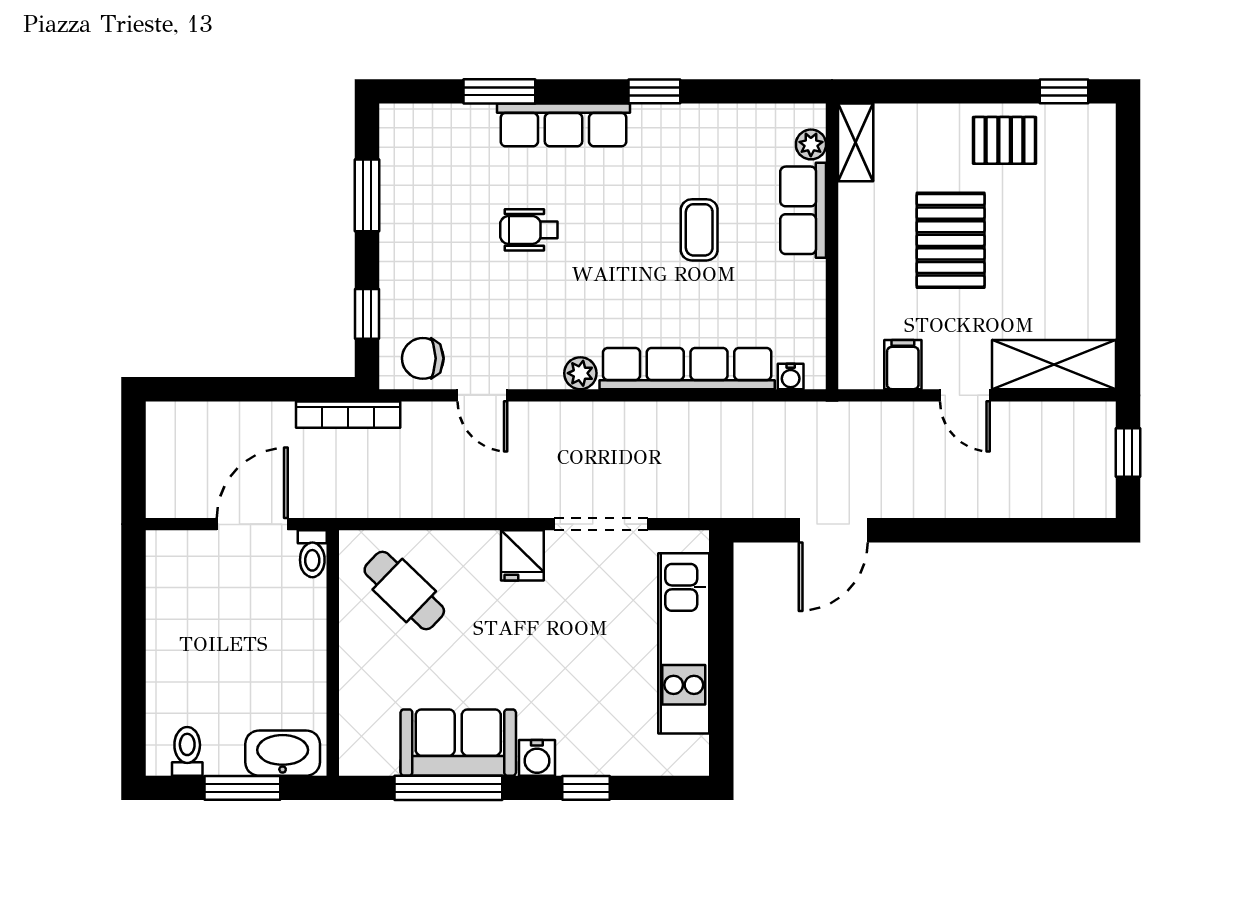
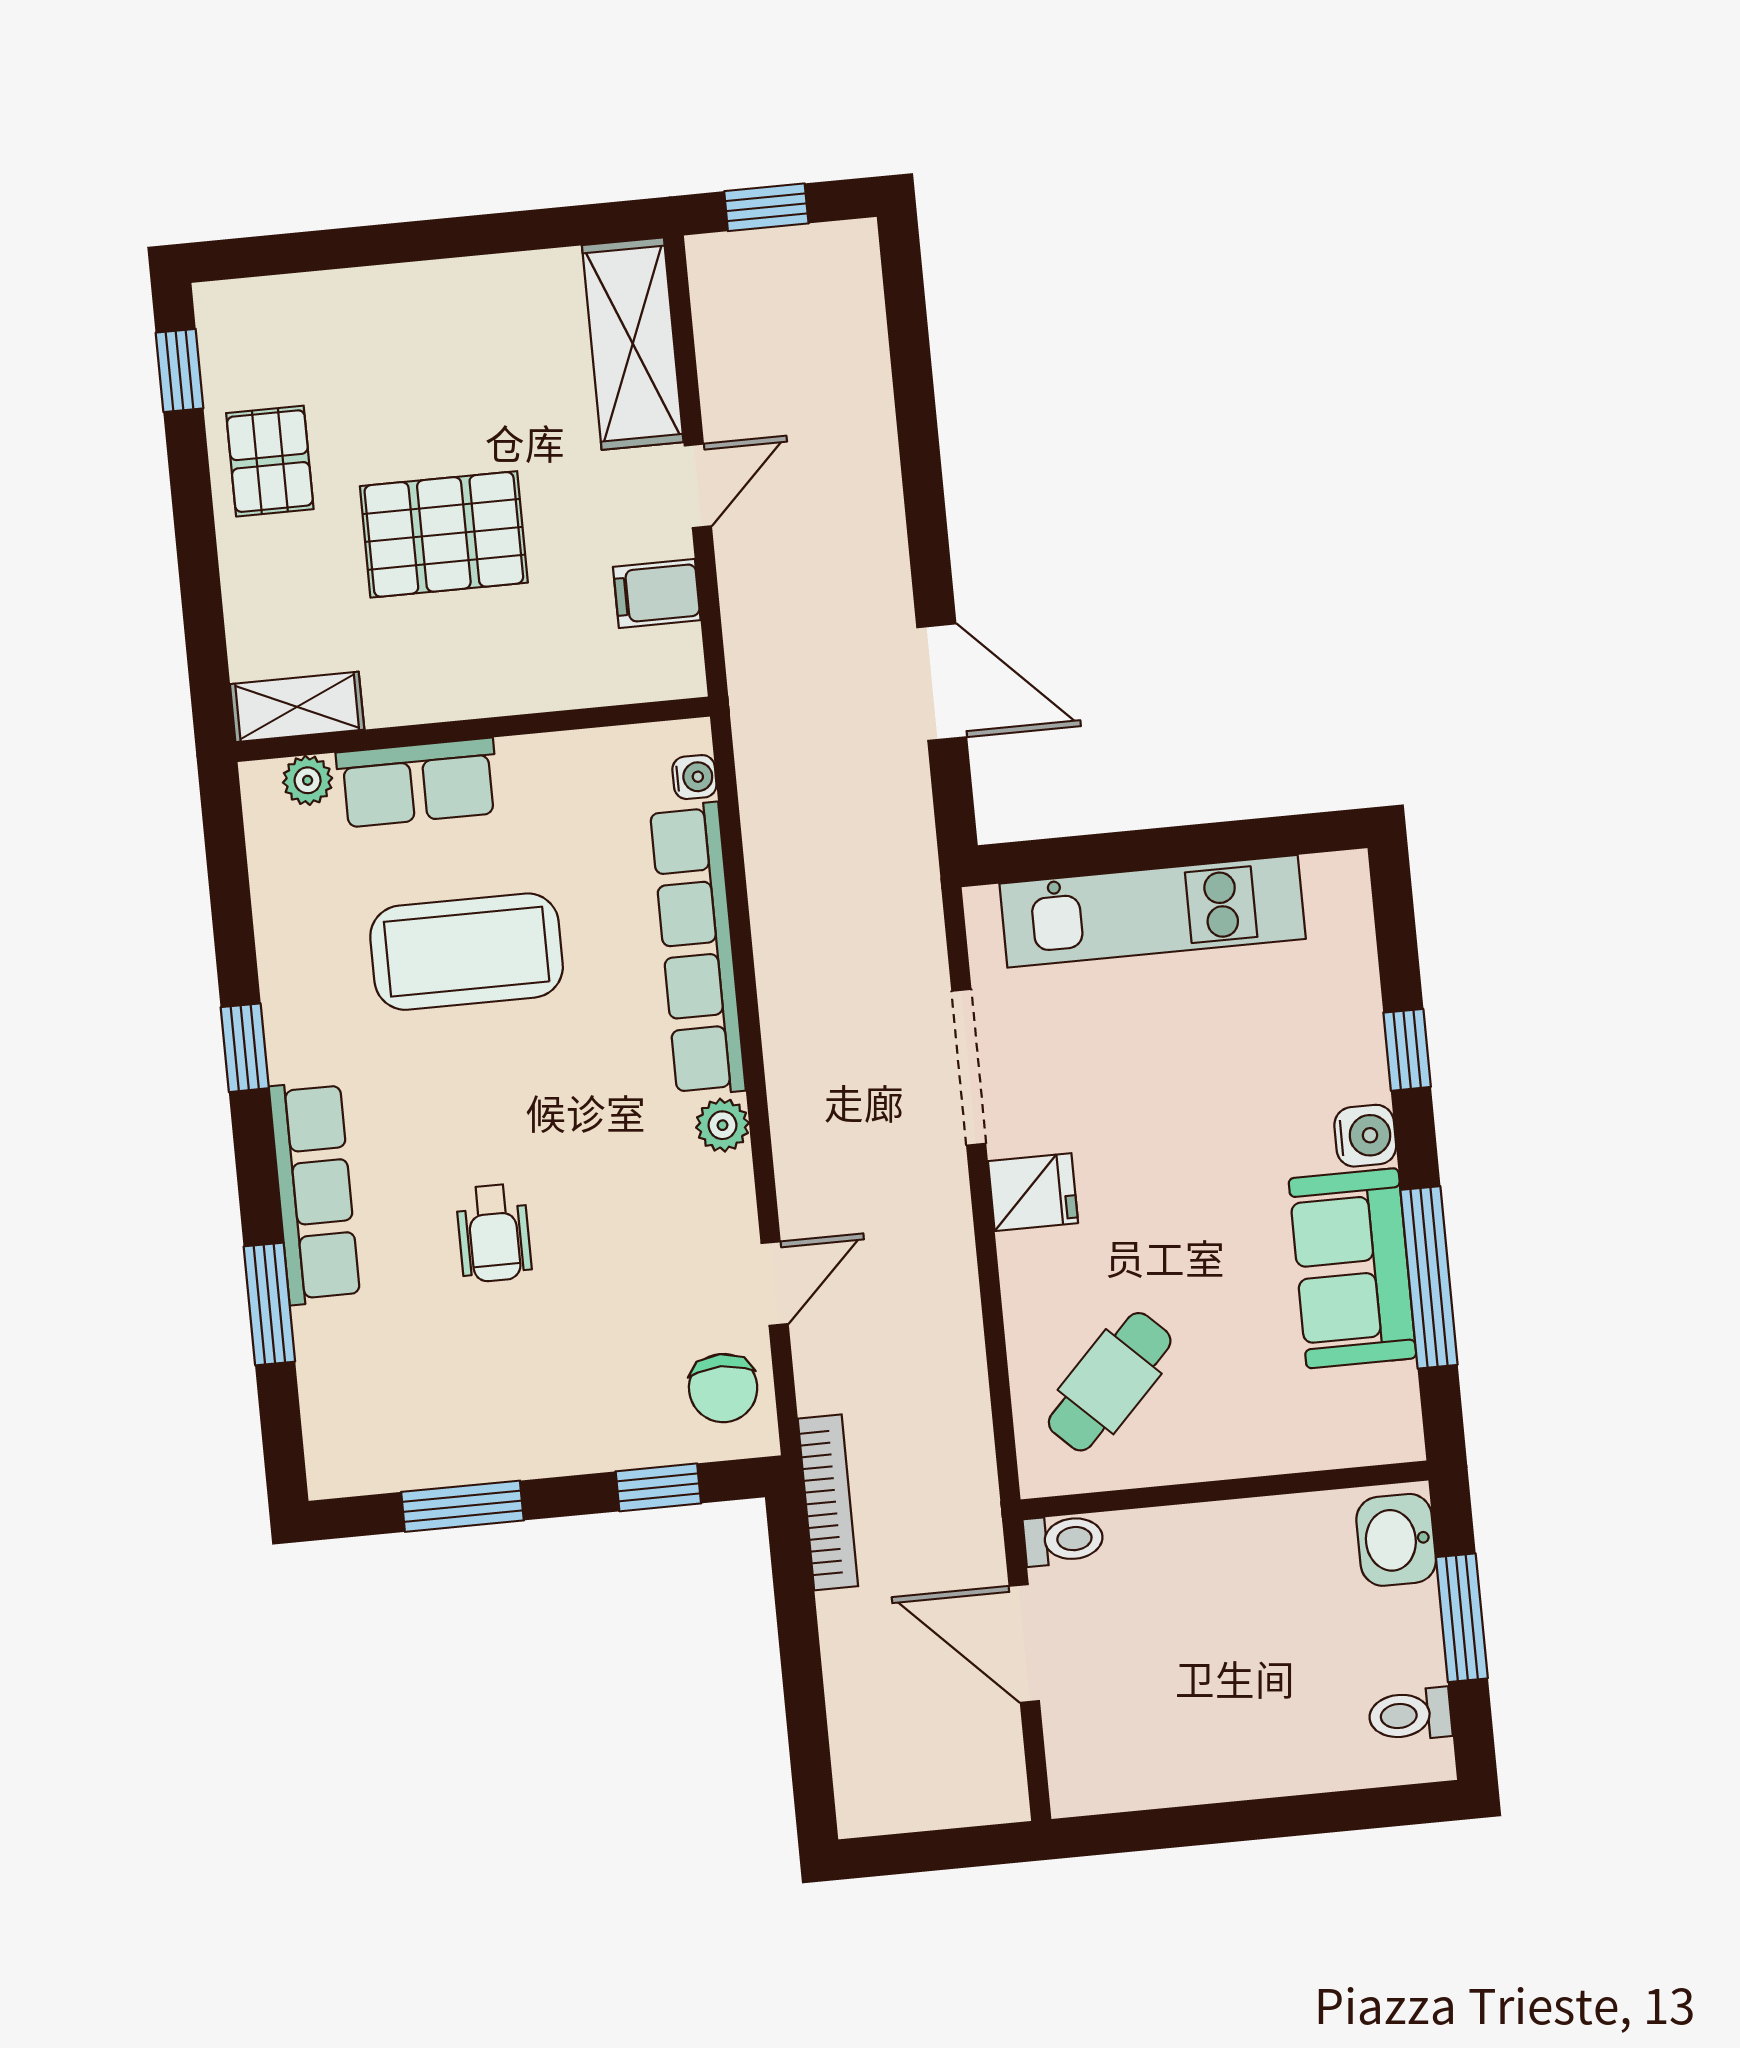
coffee table: (699, 230) -> (467, 952), width x1.86, depth x1.72
washbasin: (283, 753) -> (1396, 1540), width x0.72

